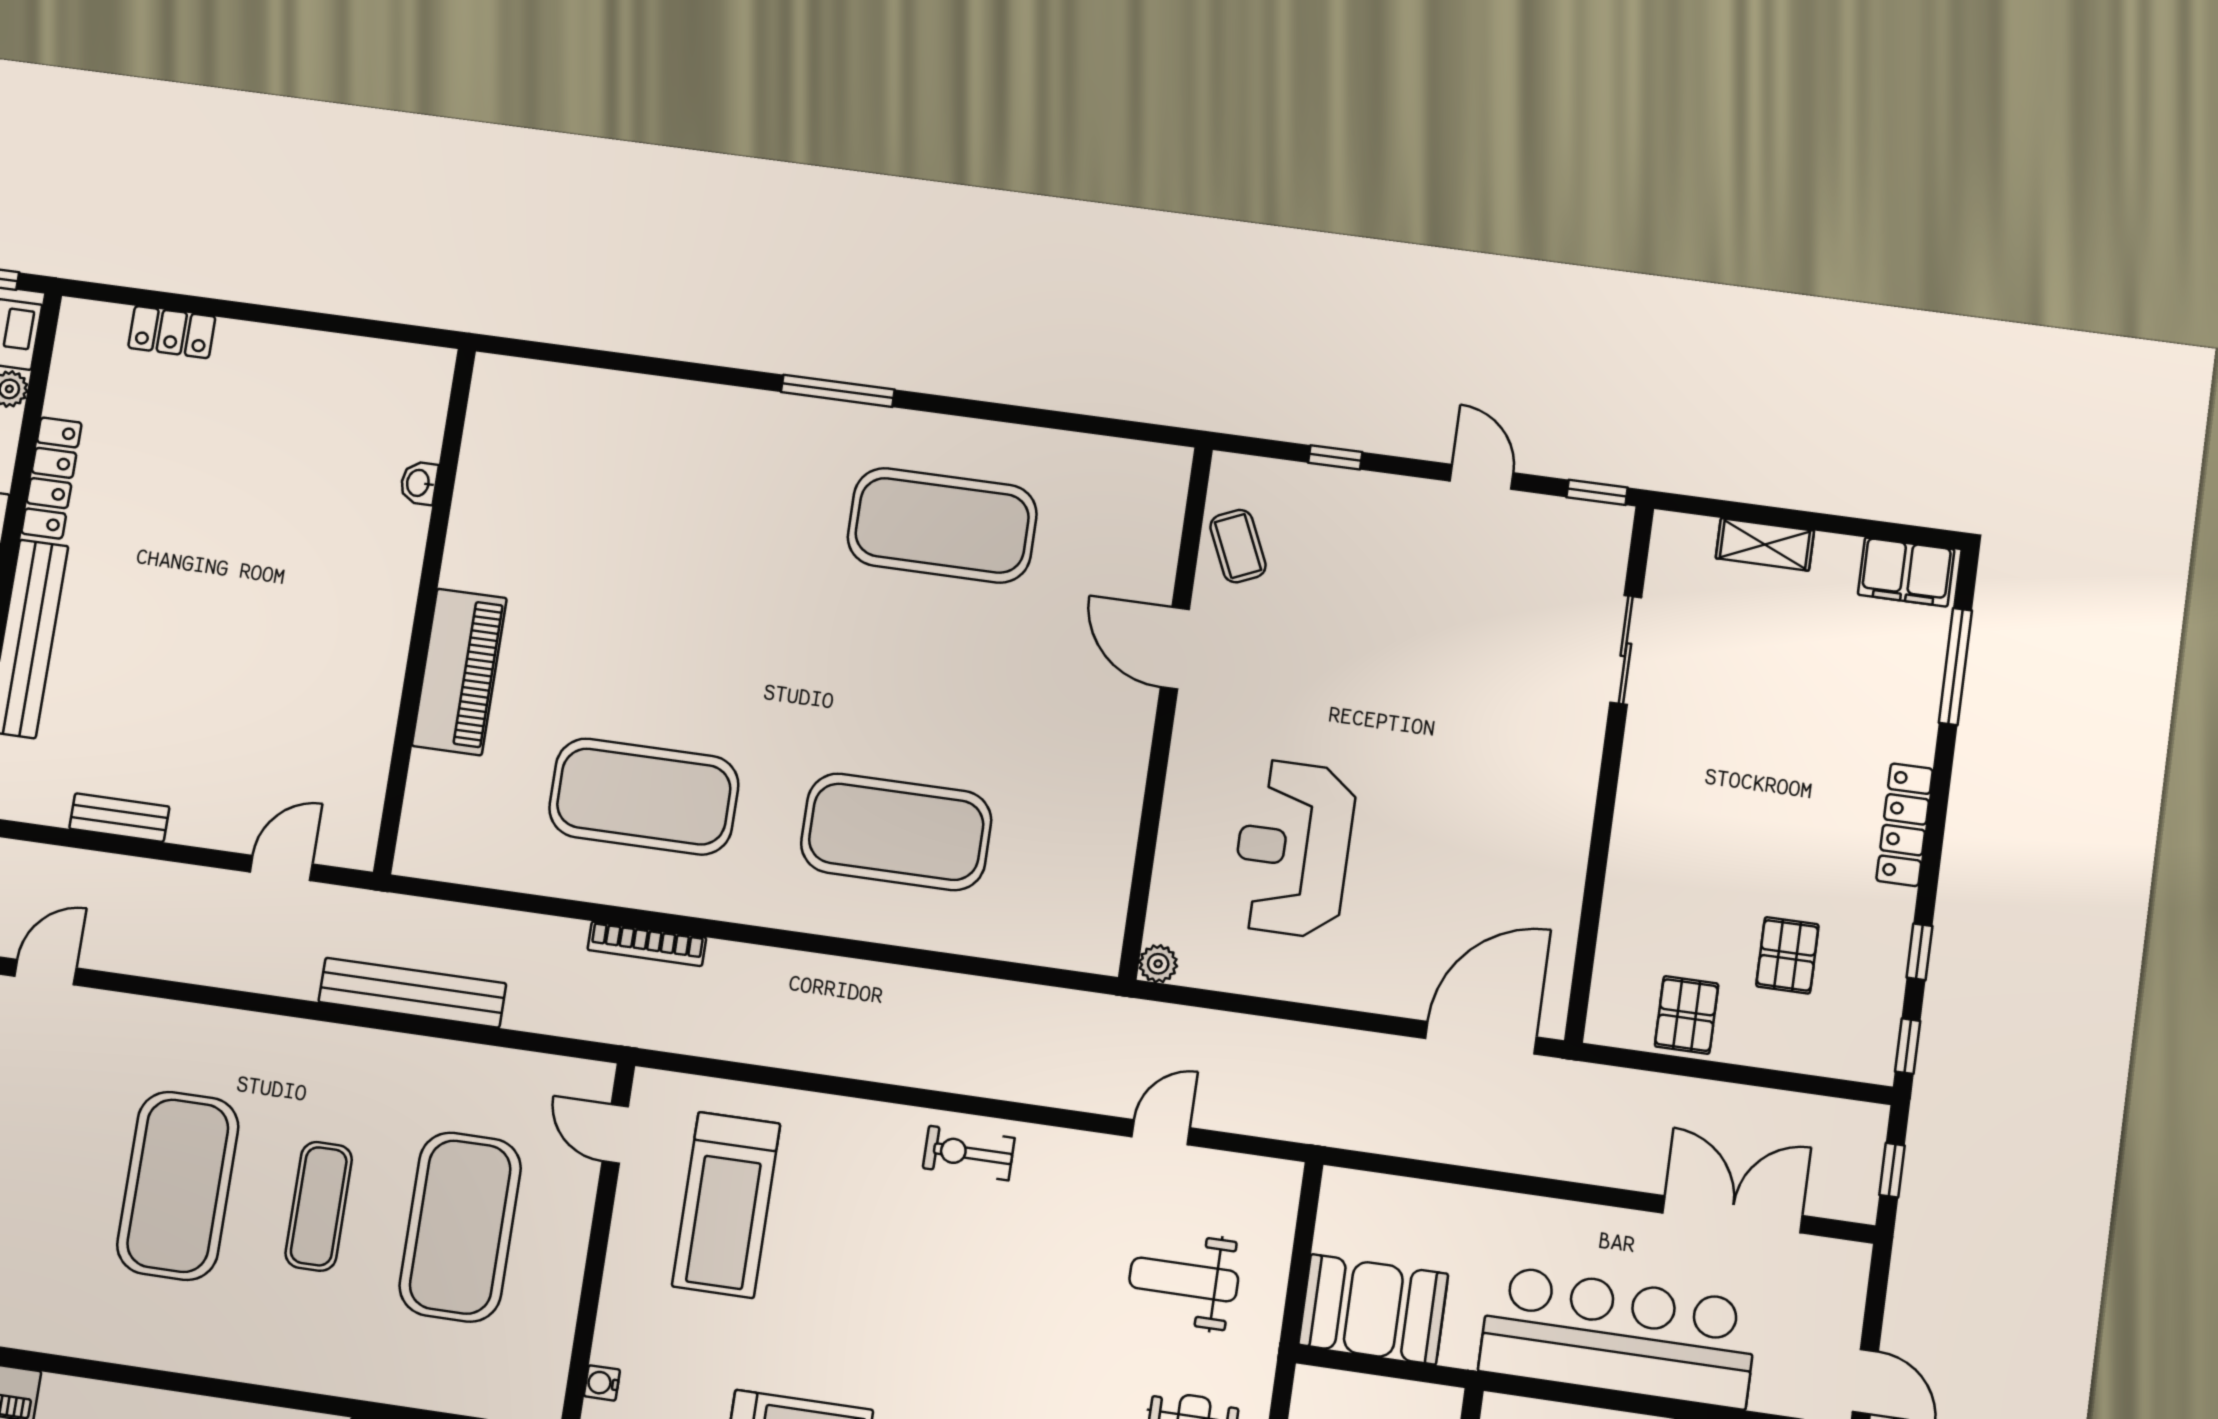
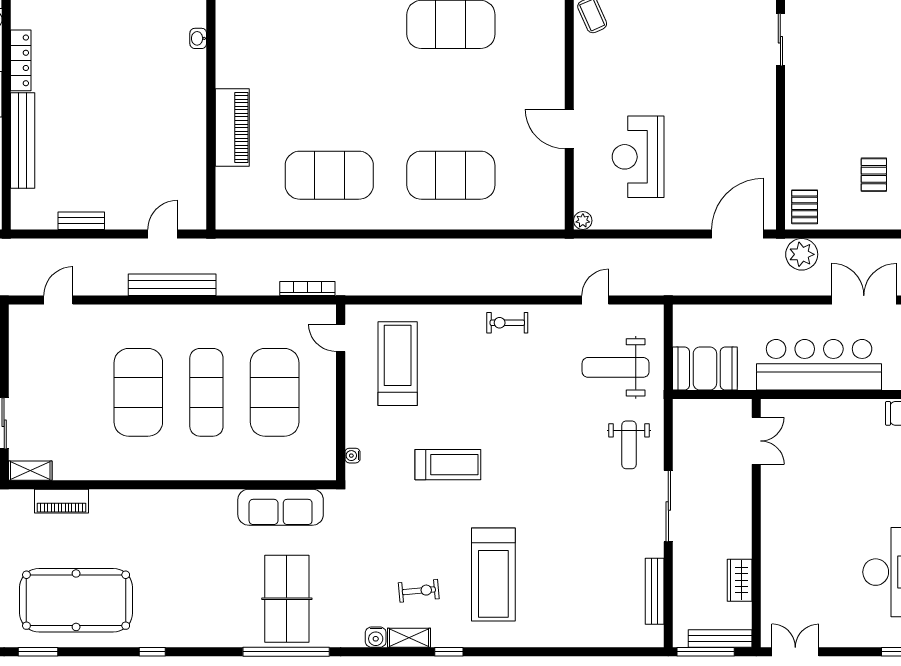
door: (1175, 648) -> (569, 129), moved
bookcase: (647, 944) -> (307, 288), moved, turned 180
bench: (412, 993) -> (172, 285), moved
pallet: (1687, 1015) -> (805, 207), moved
plant: (1612, 1100) -> (802, 254), added
treadmill: (726, 1205) -> (398, 364), turned 180
exercise mat: (319, 1206) -> (206, 392), width x1.36, depth x1.45
weight bench: (1184, 1279) -> (616, 367), width x1.36, depth x1.33

